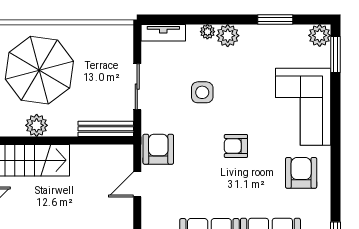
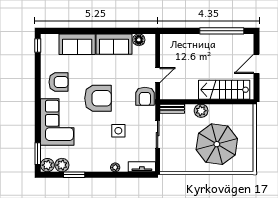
plant: (228, 36) -> (62, 165), moved
plant: (37, 125) -> (201, 111), moved
bench: (106, 129) -> (172, 109), width x0.73
armchair: (236, 146) -> (98, 98), width x1.88, depth x1.88
armchair: (301, 173) -> (59, 82), turned -90

